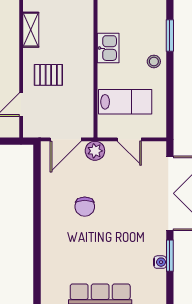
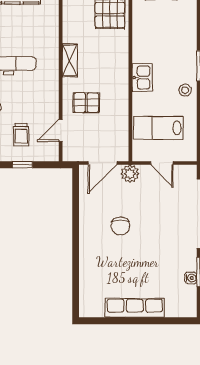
lab bench: (125, 102) -> (158, 128), turned 180

